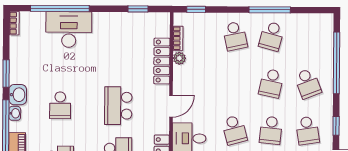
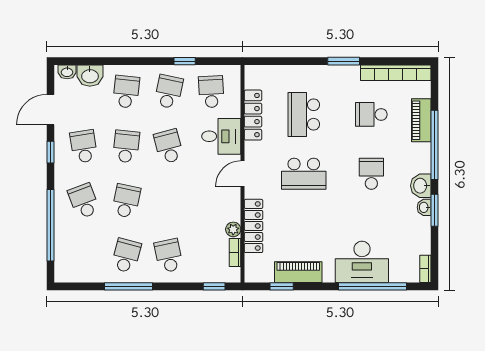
piano: (124, 21) -> (298, 272), added
school desk: (118, 106) -> (304, 174), turned 90
washbasin: (15, 113) -> (424, 207), moved

